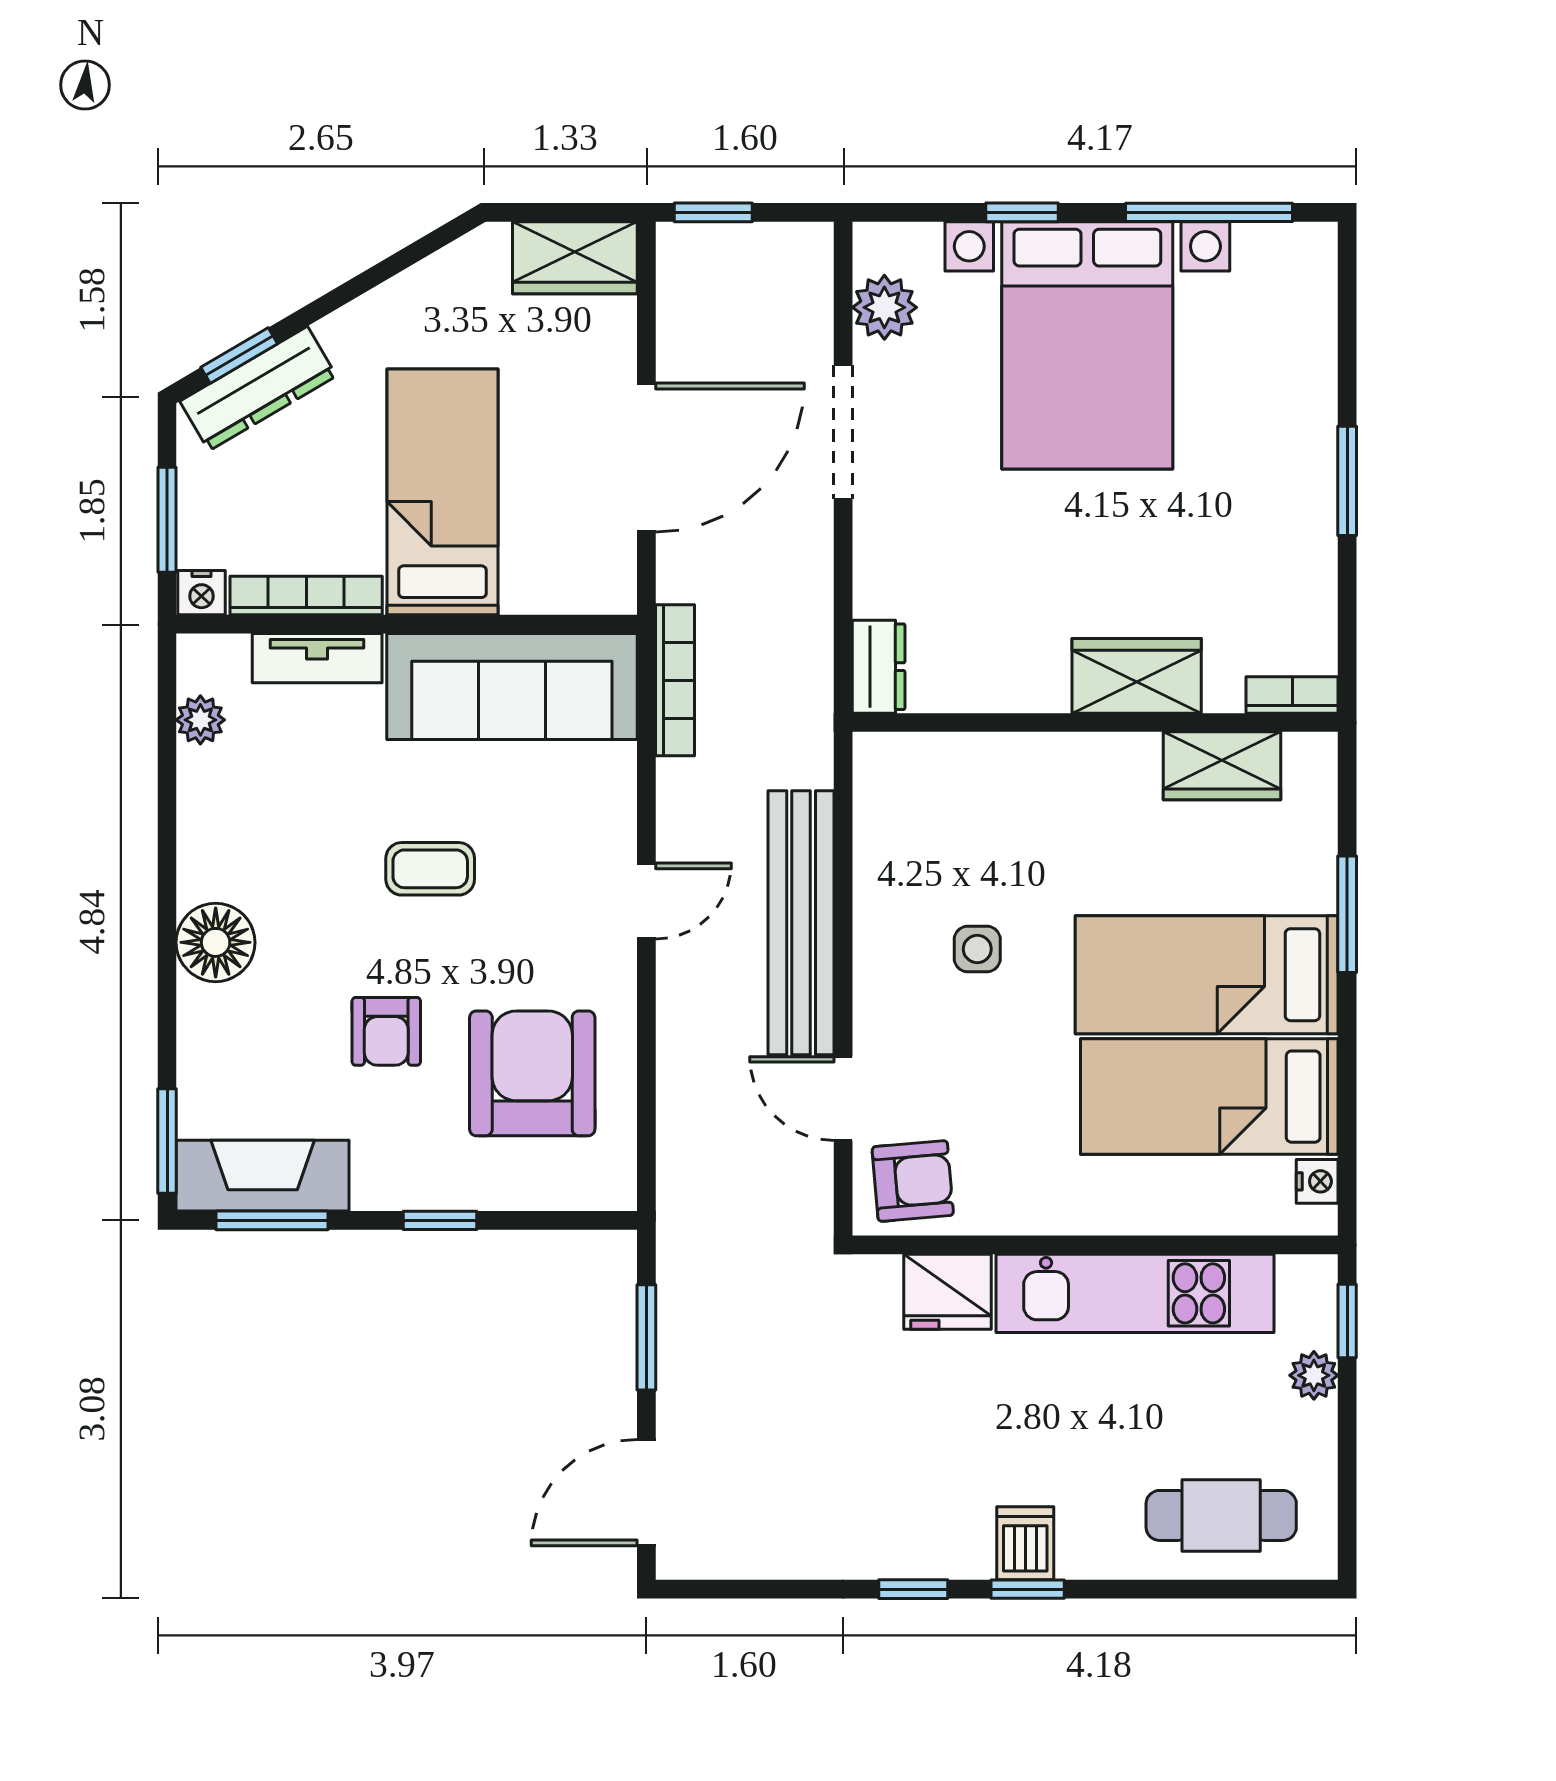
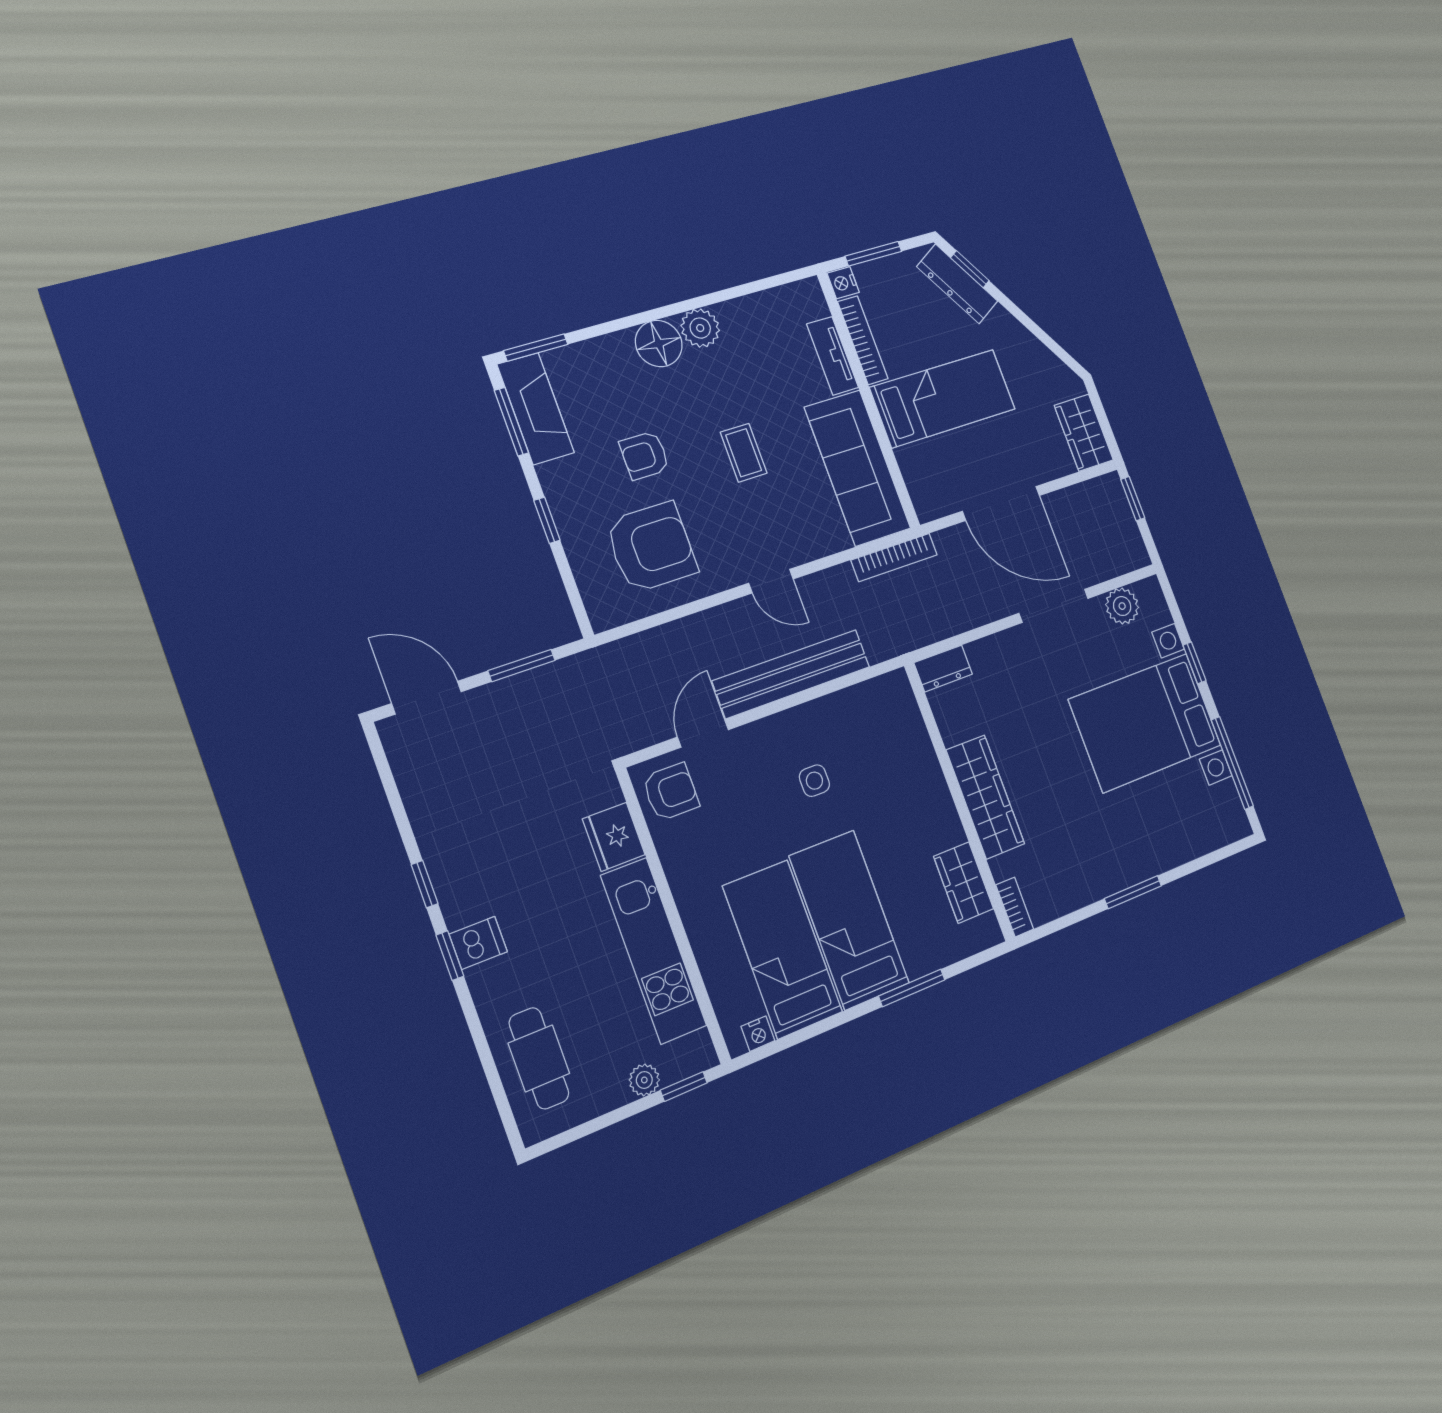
wardrobe: (1137, 676) -> (985, 797), width x1.50
plant: (200, 720) -> (700, 328), moved, width x1.38, depth x1.38
armchair: (913, 1181) -> (671, 792), turned -85

